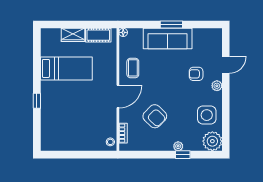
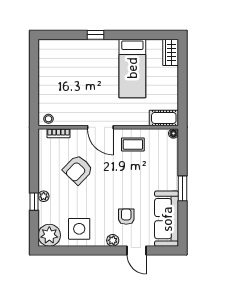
wardrobe: (73, 35) -> (171, 52), moved
cot: (98, 35) -> (164, 118), moved, turned 90
sofa: (168, 39) -> (167, 219), moved

